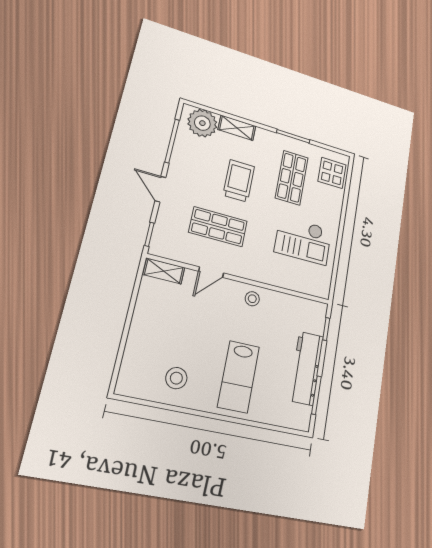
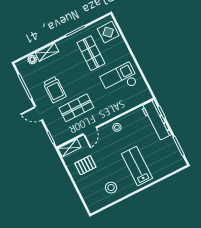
plant: (202, 123) -> (32, 59), width x0.53, depth x0.53
trolley: (239, 181) -> (55, 90), moved, turned 180
checkout: (303, 240) -> (120, 79), turned 180
pallet: (166, 314) -> (85, 165), added
workbench: (306, 368) -> (156, 120), moved
lab bench: (239, 377) -> (137, 166), turned 180

